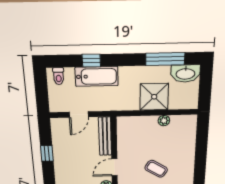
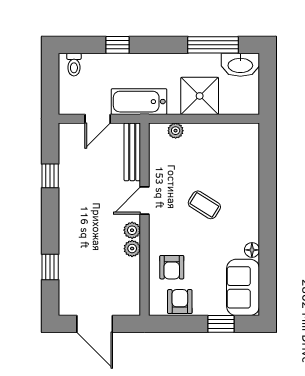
bathtub: (97, 76) -> (139, 102), moved, turned 180
plant: (164, 121) -> (176, 131), moved

